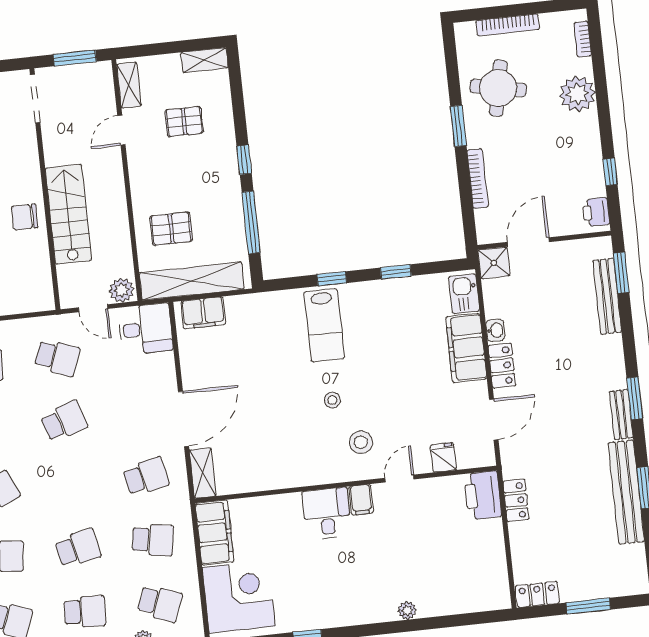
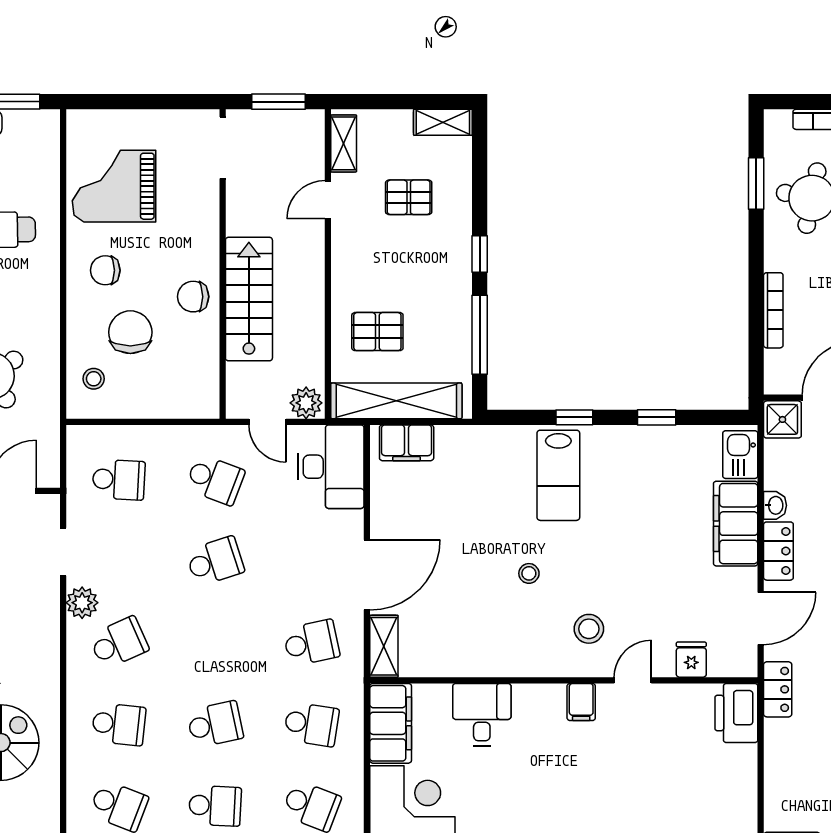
window: (458, 126) -> (756, 183), moved
desk: (145, 329) -> (331, 467), width x1.37
stool: (332, 400) -> (529, 573), moved
locker: (516, 500) -> (778, 689), moved
desk: (327, 513) -> (482, 715), moved

